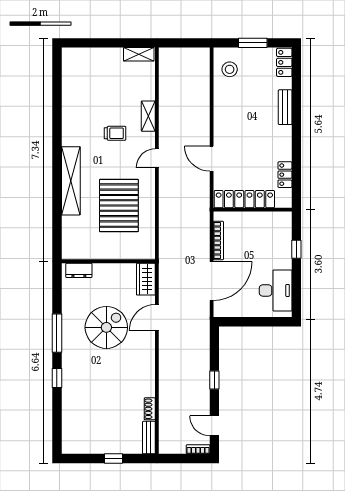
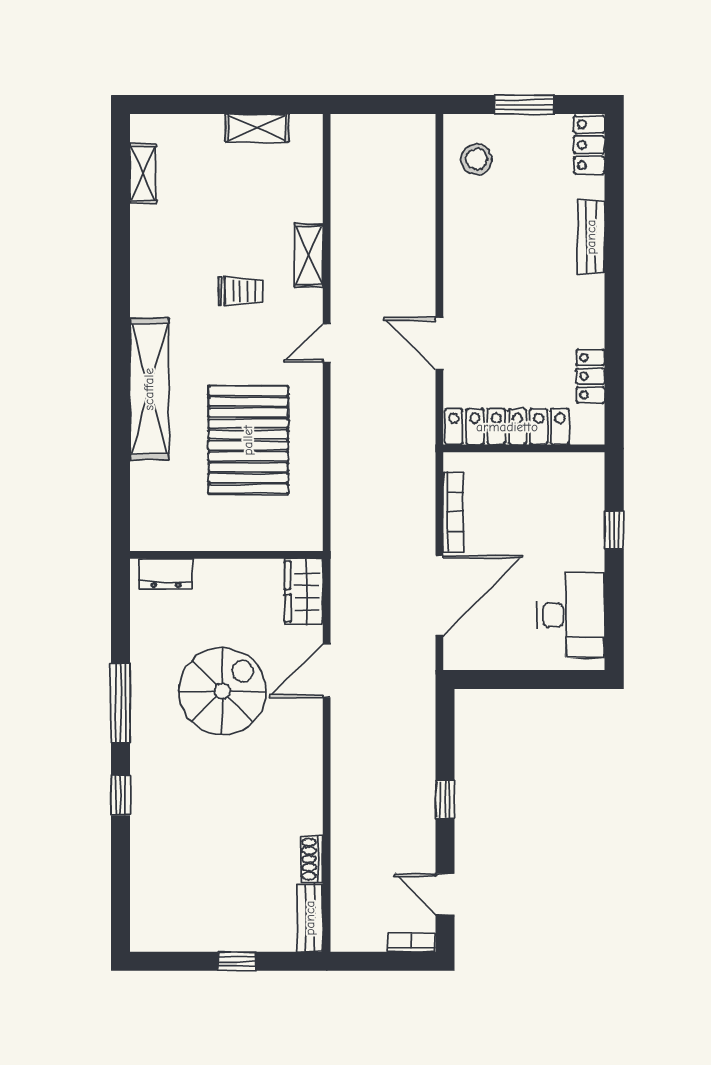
shelving: (139, 54) -> (257, 128), moved
shelving: (68, 76) -> (143, 173), added

